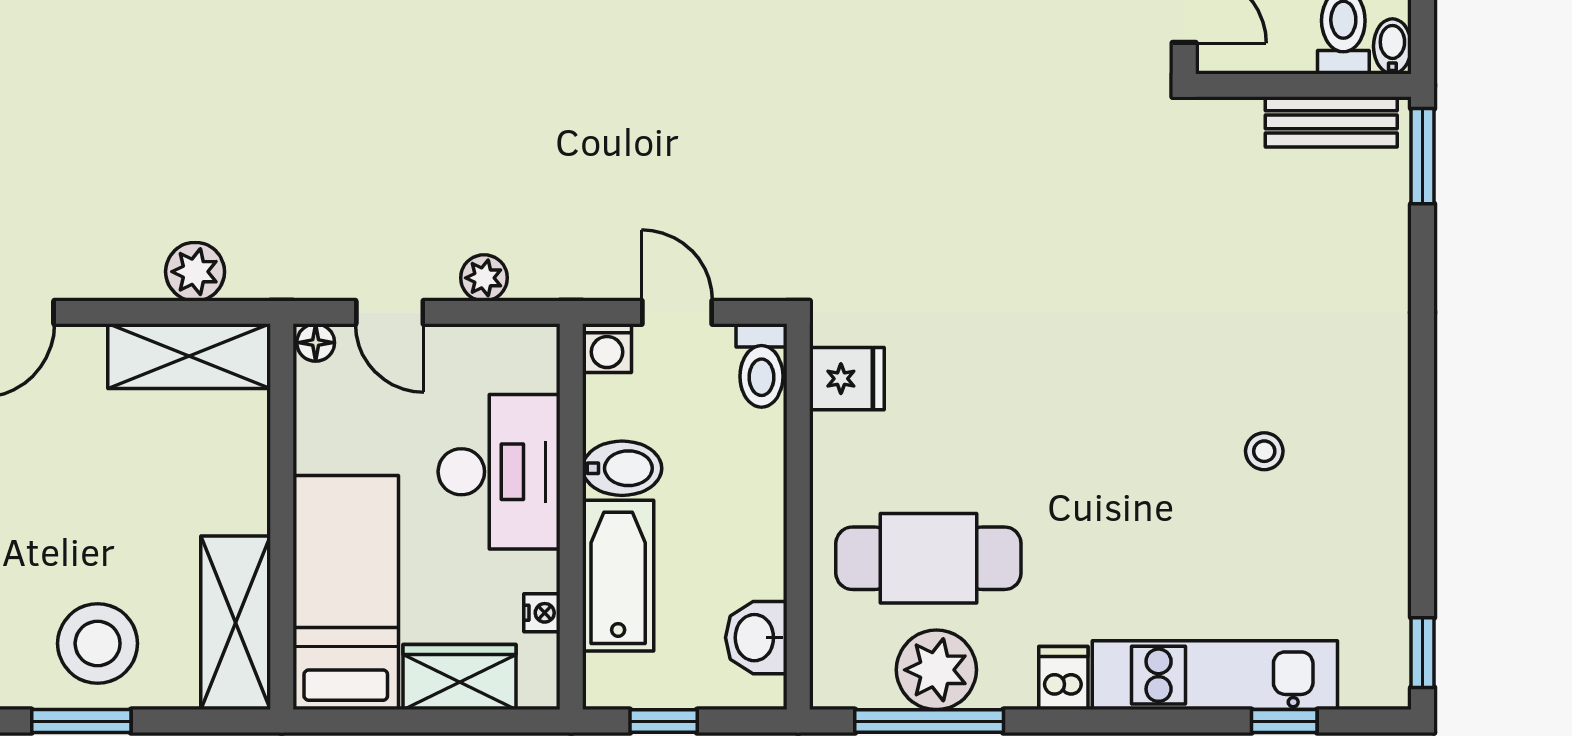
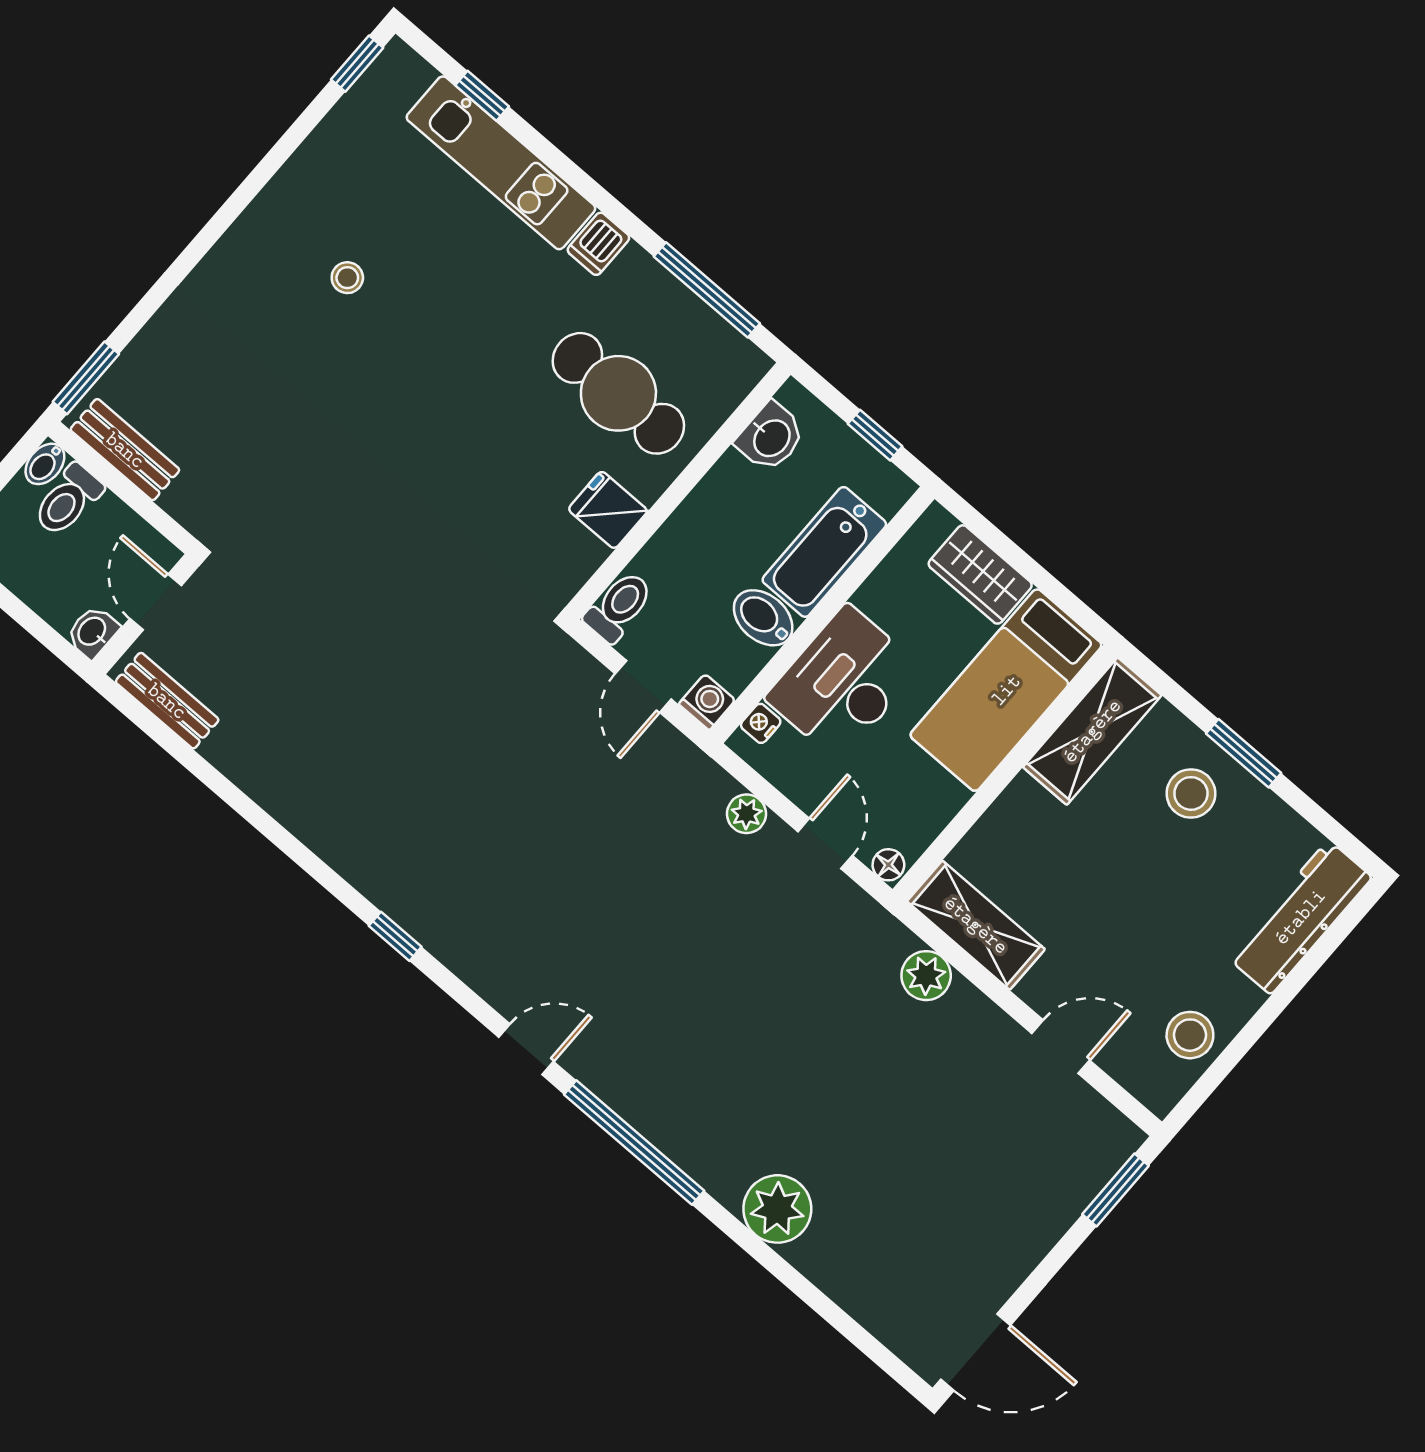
fridge: (847, 379) -> (608, 510), moved
nightstand: (542, 613) -> (761, 723), moved
stool: (98, 643) -> (1191, 793), width x0.73, depth x0.73
plant: (936, 670) -> (674, 318), removed

